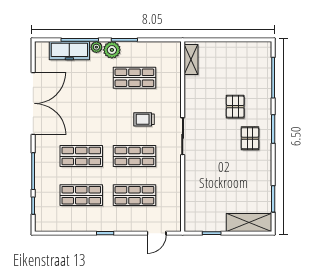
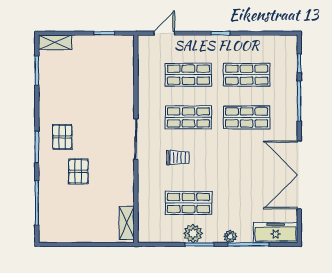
plant: (112, 50) -> (193, 233), moved
freezer: (69, 51) -> (276, 233), moved
shelving: (249, 223) -> (55, 42), width x0.67, depth x0.75

